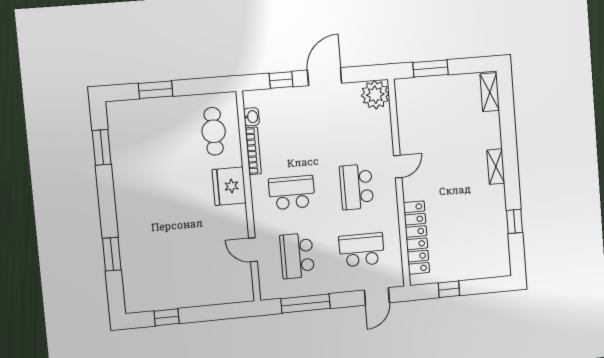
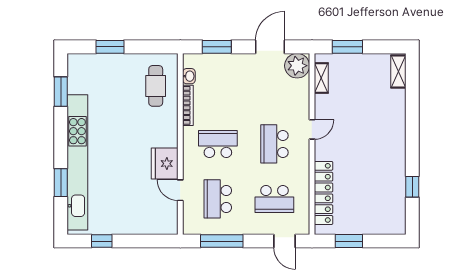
door: (325, 77) -> (270, 47), moved
window: (281, 80) -> (217, 47), width x1.50
shelving: (496, 167) -> (321, 78), moved
fridge: (229, 186) -> (165, 164), moved
kitchen unit: (129, 229) -> (77, 162), added
school desk: (362, 250) -> (274, 199), turned 180
window: (449, 289) -> (349, 241), width x1.50
door: (377, 296) -> (285, 241), hinge flipped

